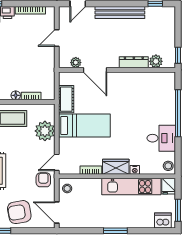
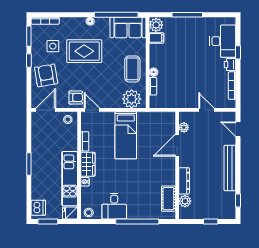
window: (178, 55) -> (211, 222), moved
cot: (66, 99) -> (168, 199), moved, turned 90
plant: (45, 131) -> (132, 99), moved

